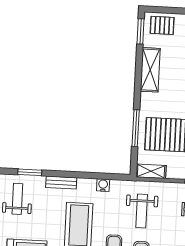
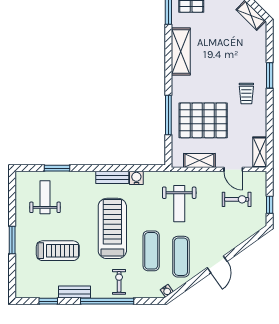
shelving: (151, 171) -> (199, 160), moved
bench: (61, 183) -> (112, 177), moved

